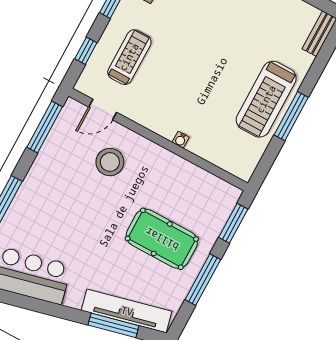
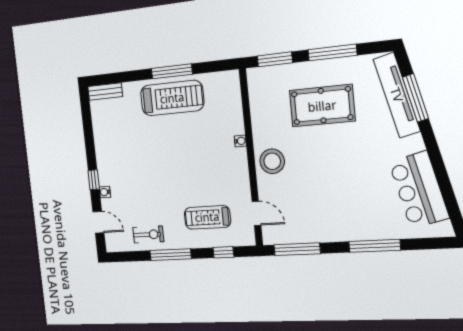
stool: (110, 162) -> (272, 161), moved
pool table: (162, 239) -> (322, 106), turned 90

